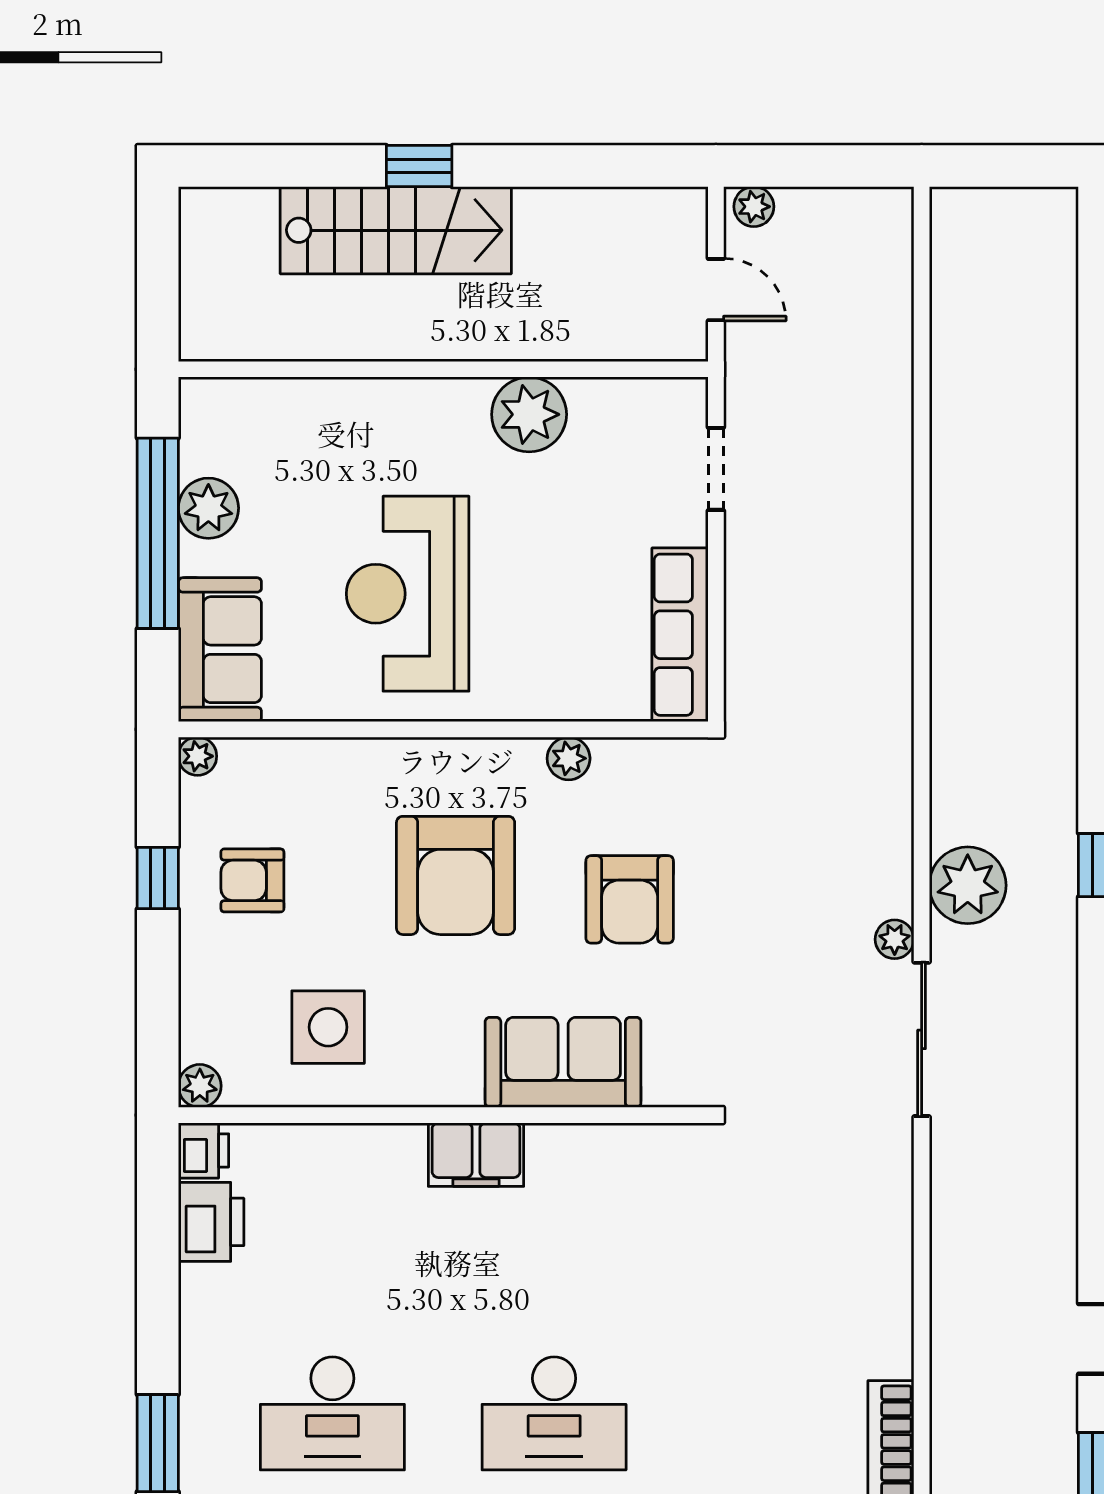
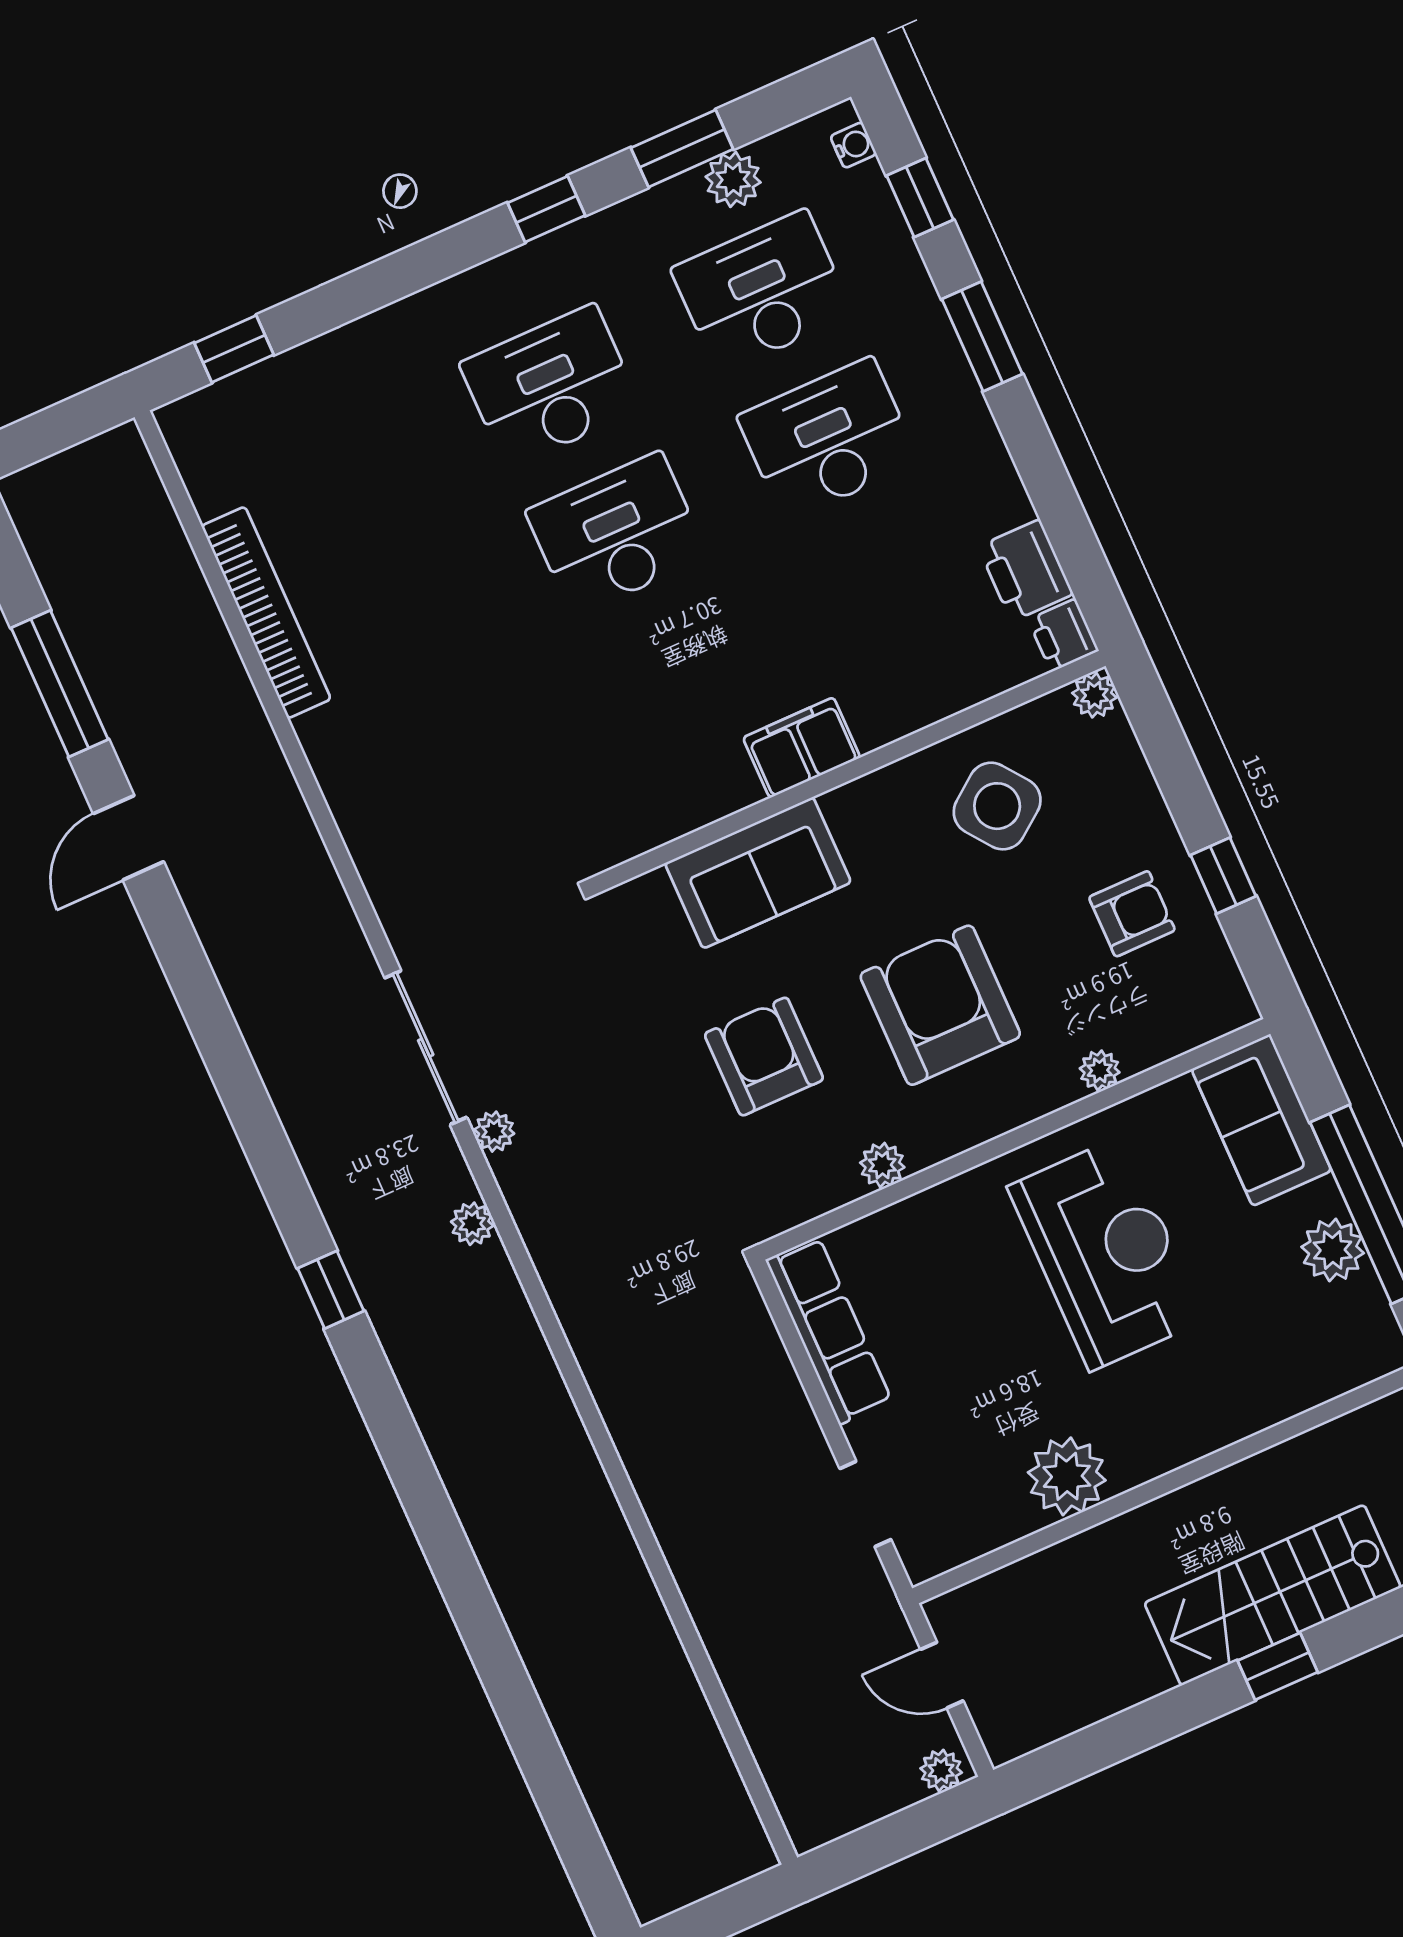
plant: (198, 756) -> (1100, 1070), moved
plant: (968, 885) -> (472, 1224), width x0.53, depth x0.53
side table: (328, 1027) -> (997, 806), turned -37

